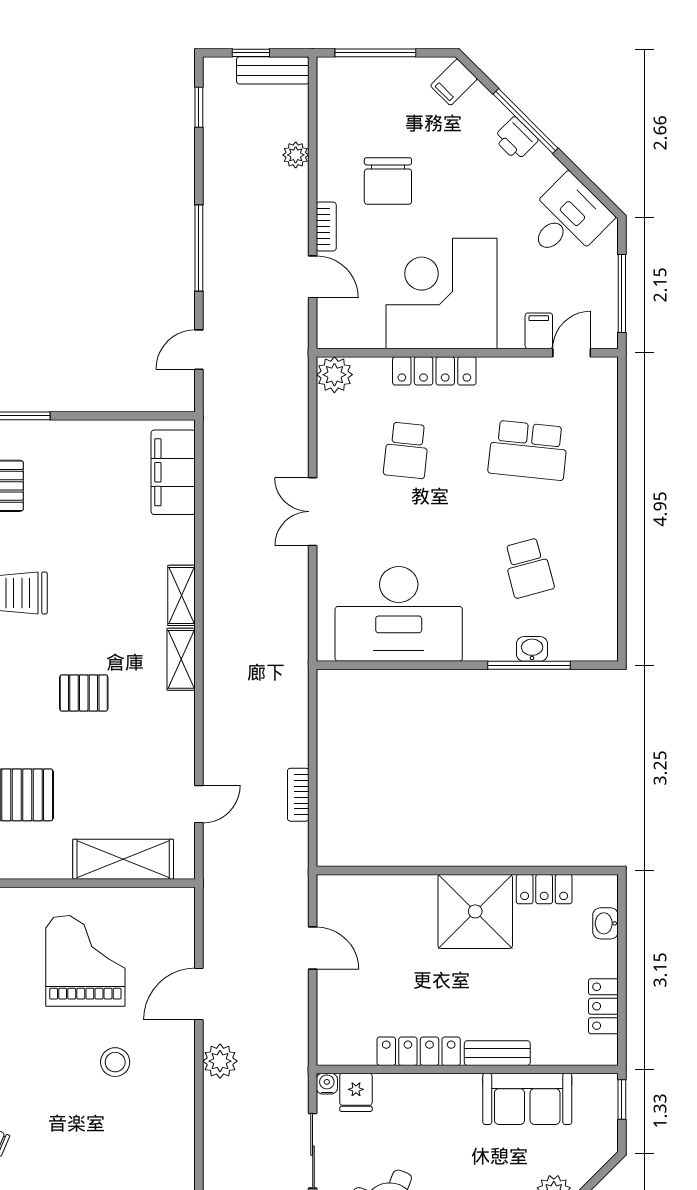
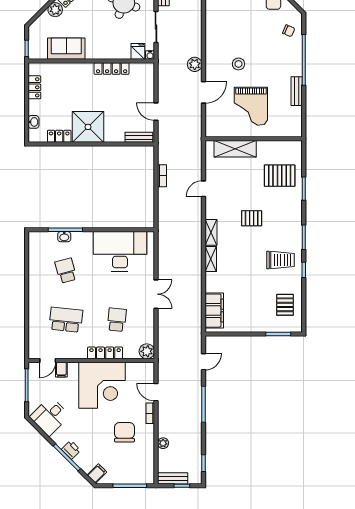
door: (199, 804) -> (203, 189), moved
bench: (497, 1053) -> (139, 137), moved

